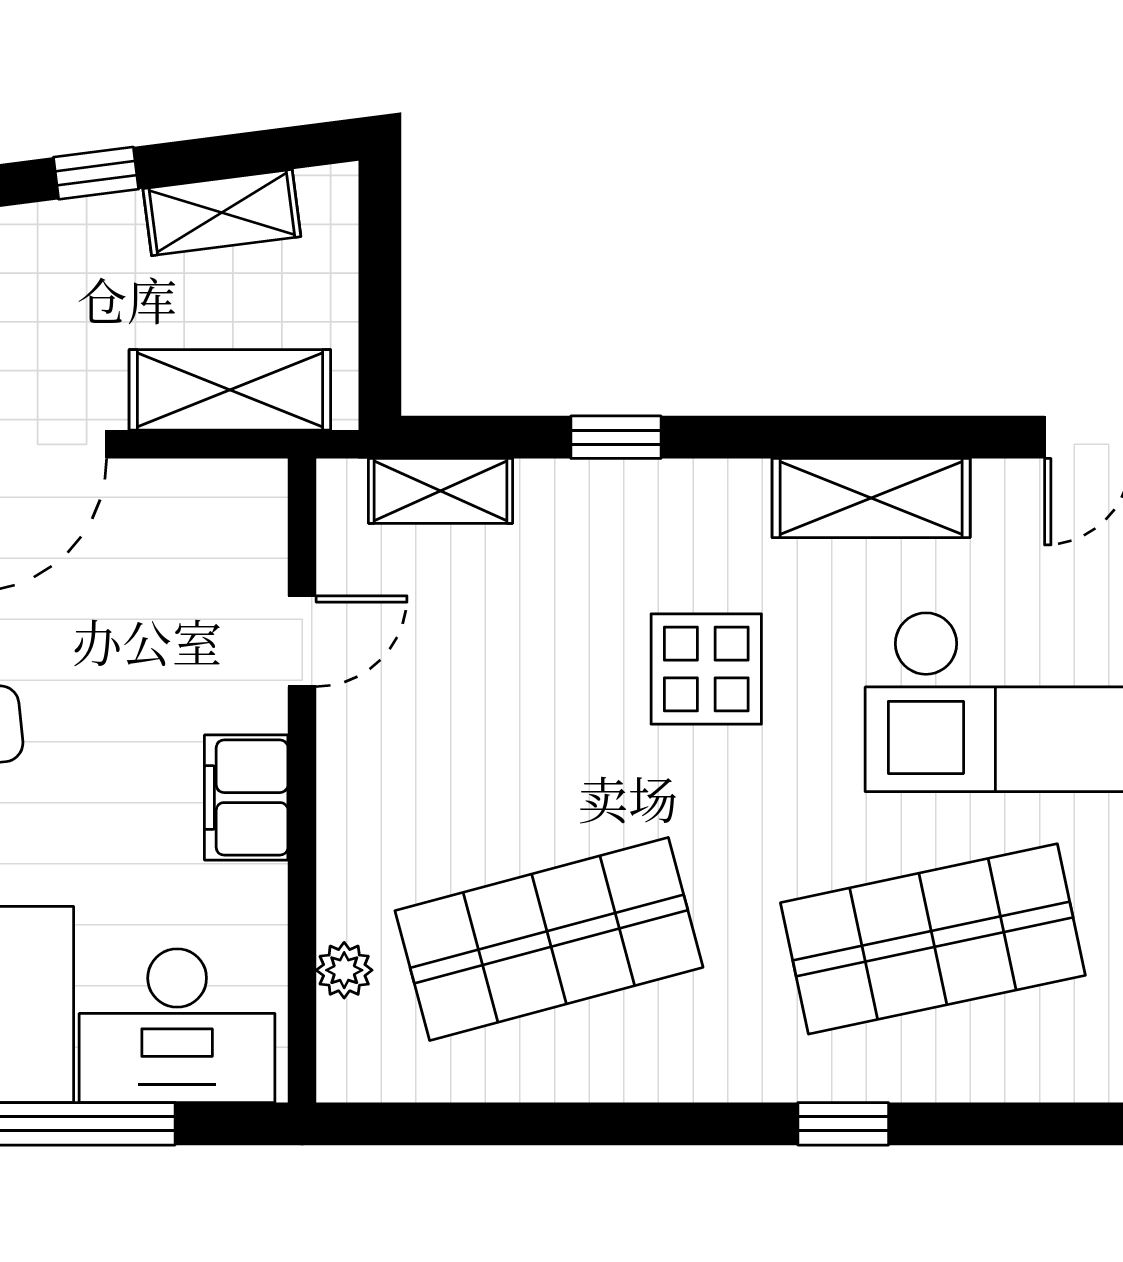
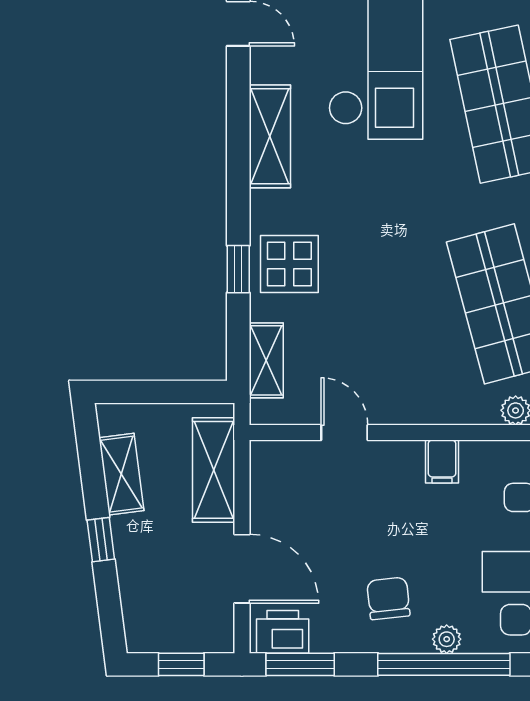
display table: (706, 669) -> (289, 264), moved
filing cabinet: (246, 798) -> (442, 461), width x0.50

